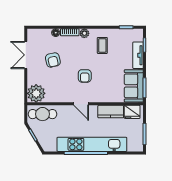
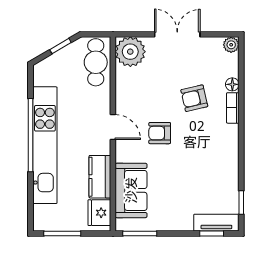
plant: (84, 33) -> (231, 45), moved
coffee table: (102, 45) -> (211, 163), removed
double door: (26, 55) -> (177, 34), moved
tv unit: (138, 55) -> (216, 223), moved
armchair: (53, 60) -> (194, 98), moved
sofa: (134, 86) -> (131, 190), moved, turned 90
door: (81, 104) -> (113, 127), swing flipped

